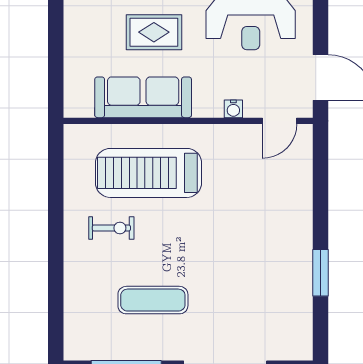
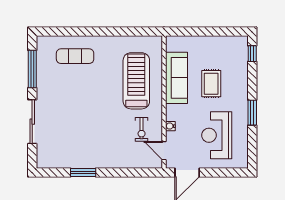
exercise bike: (111, 228) -> (142, 129), moved
exercise mat: (153, 300) -> (75, 56), moved, turned 90

